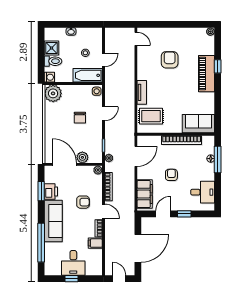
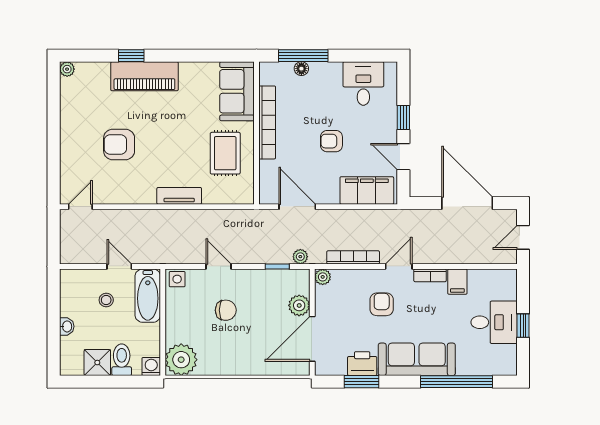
rug: (151, 116) -> (225, 153), moved

